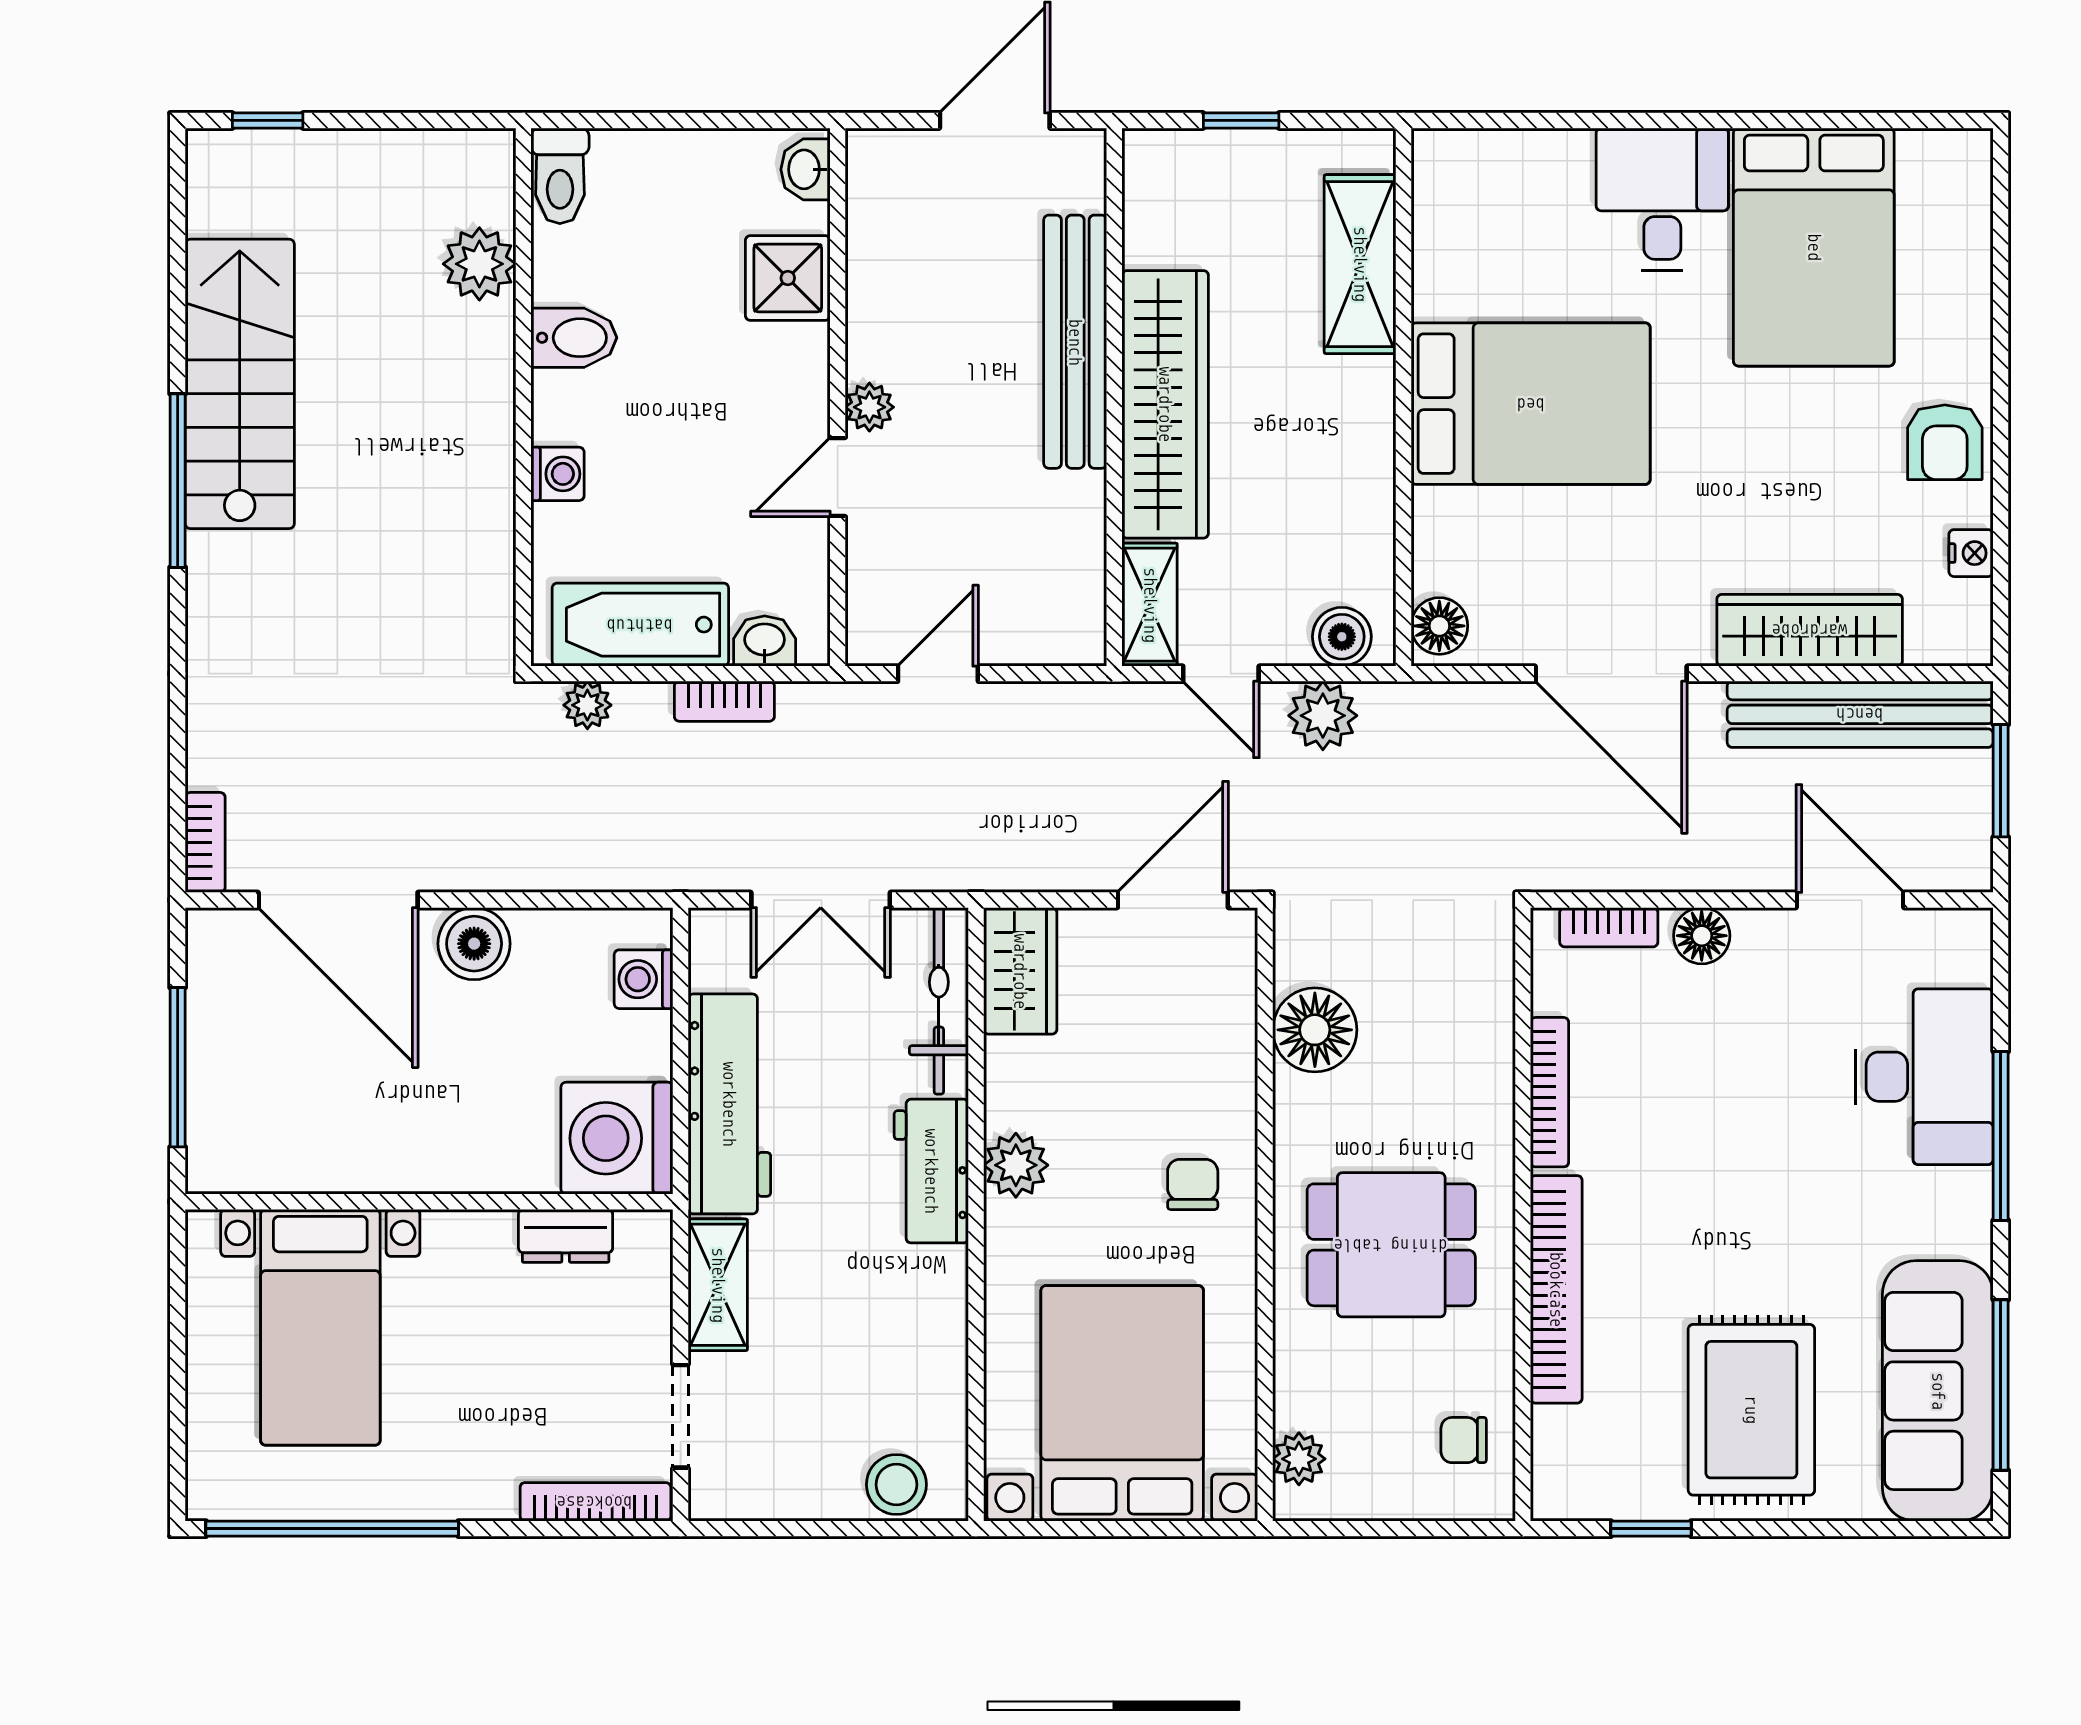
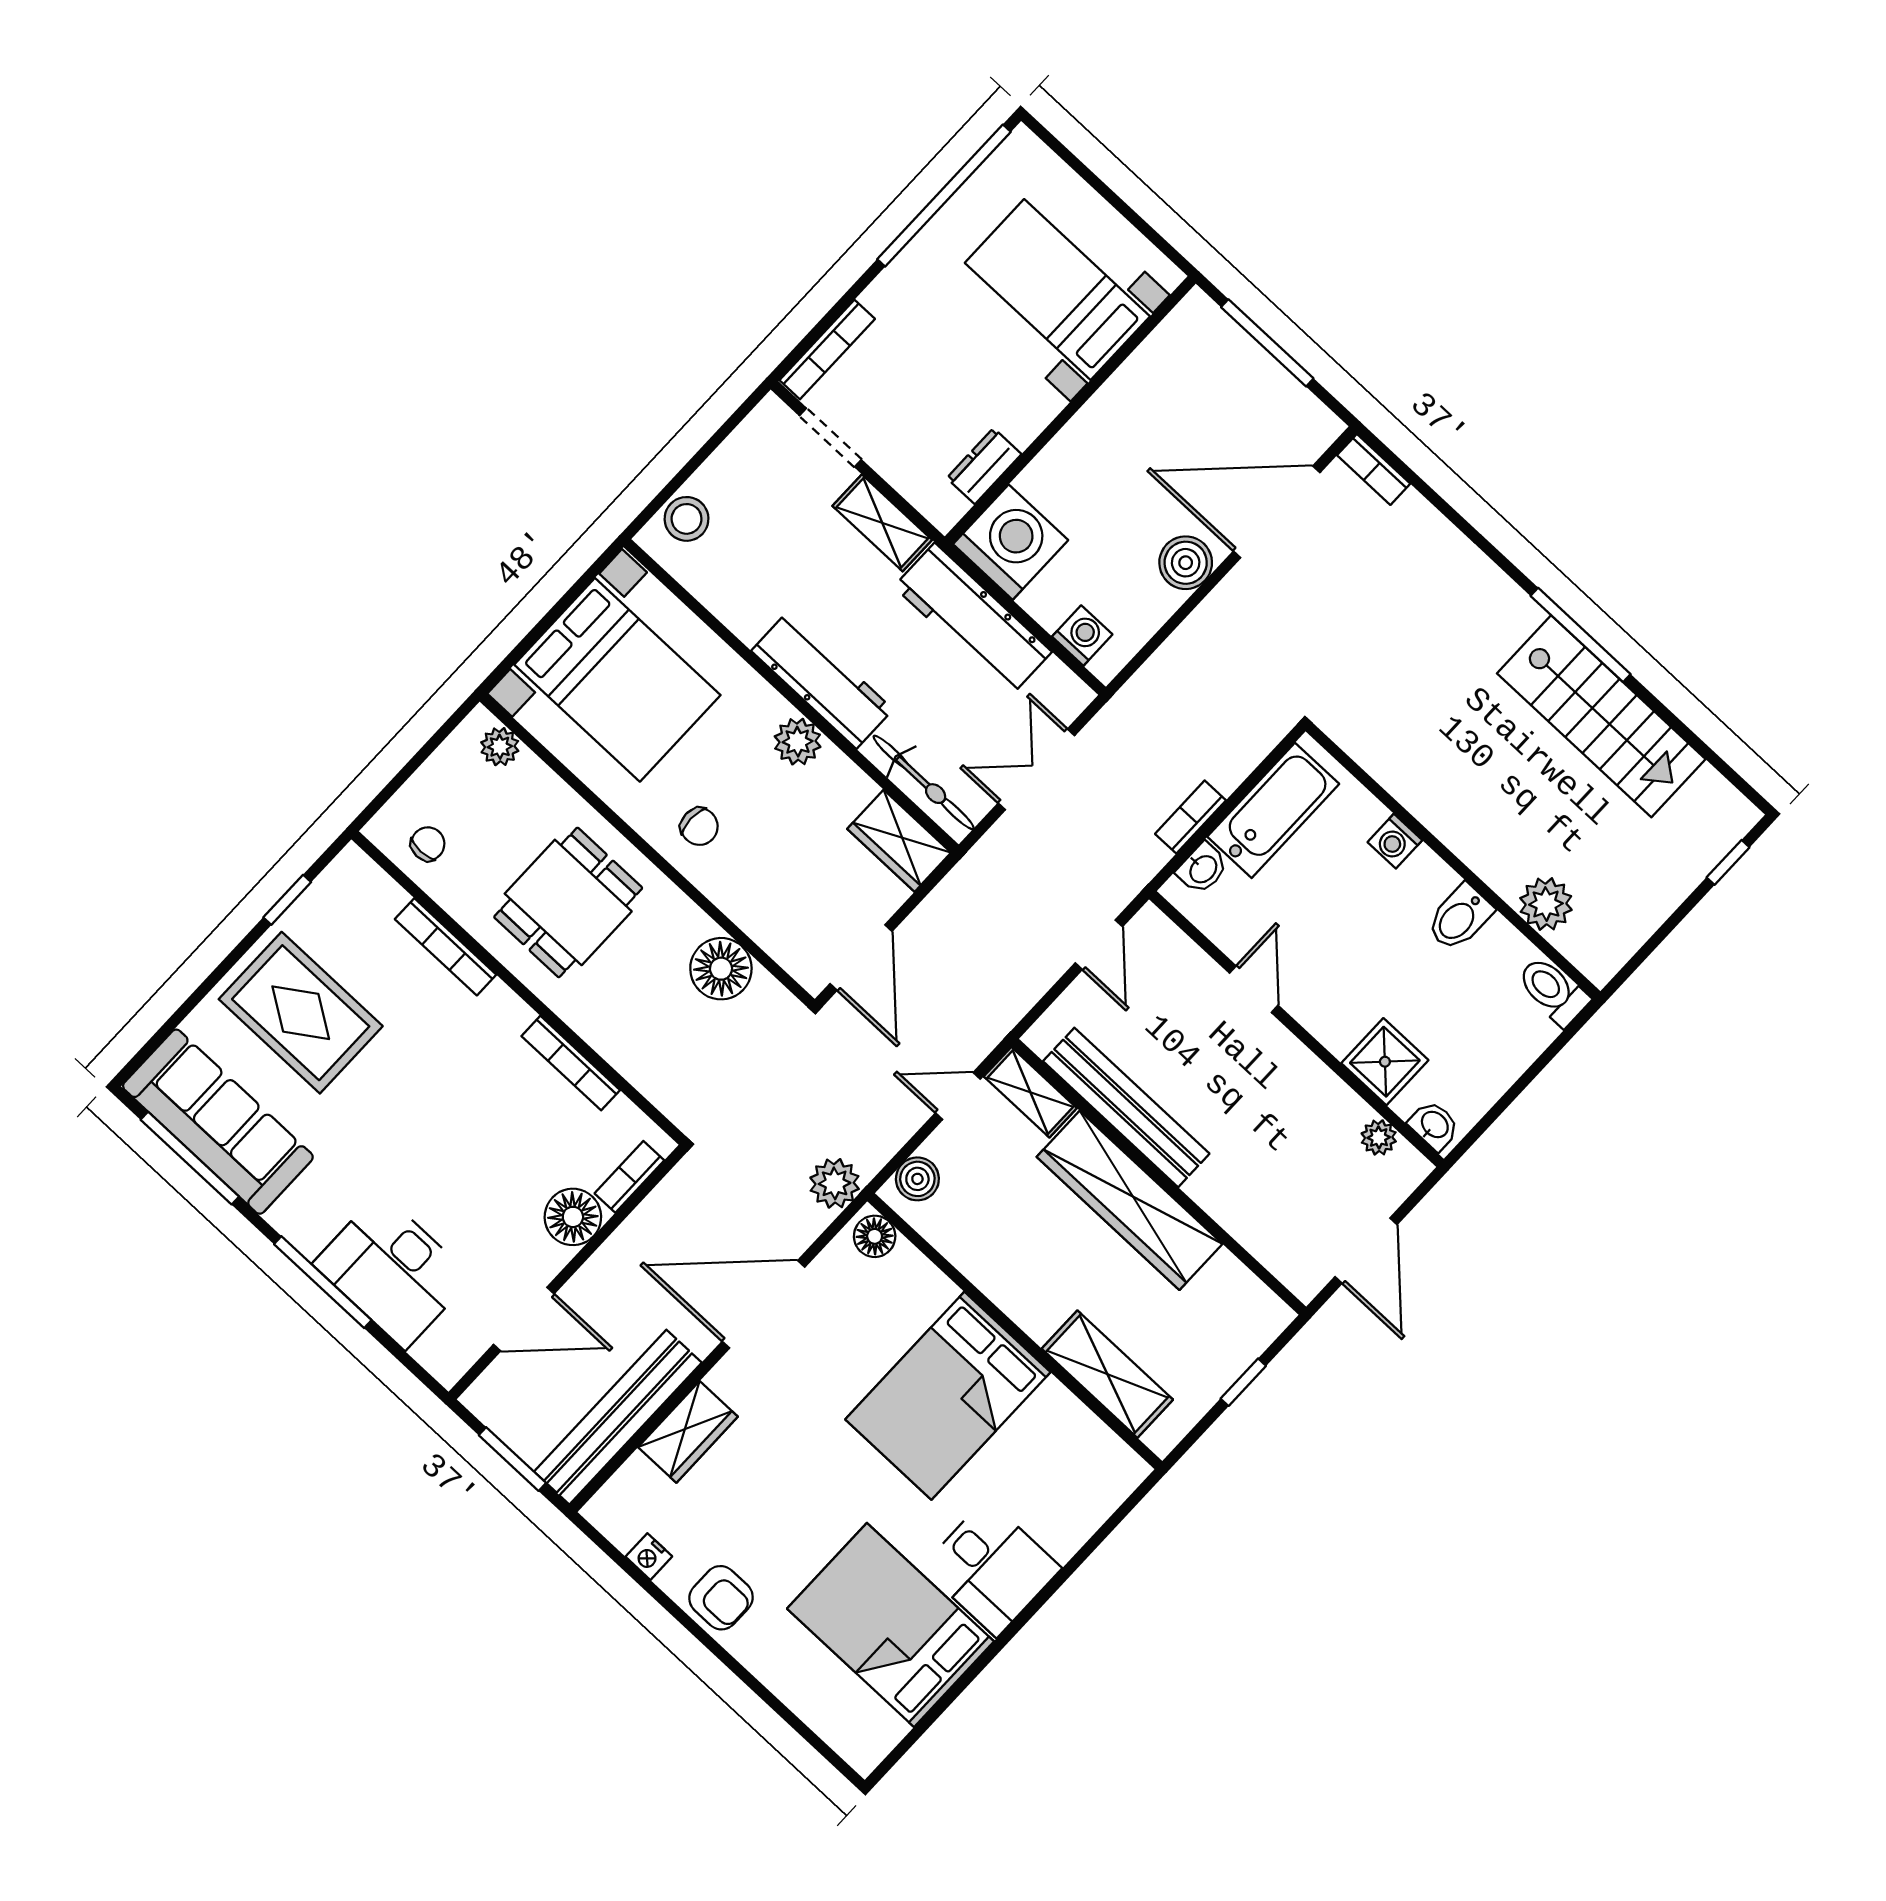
bench: (1075, 342) -> (1126, 1107), moved
plant: (869, 407) -> (1379, 1137), moved
armchair: (1945, 442) -> (721, 1598), turned 180
wardrobe: (1810, 630) -> (688, 1432), width x0.67
plant: (587, 705) -> (1257, 742), removed
plant: (1323, 716) -> (835, 1183), moved
floor lamp: (1702, 936) -> (573, 1217), width x1.38, depth x1.38
workbench: (931, 1171) -> (822, 680), width x1.37
bookcase: (1556, 1289) -> (446, 947), width x0.68, depth x0.76

